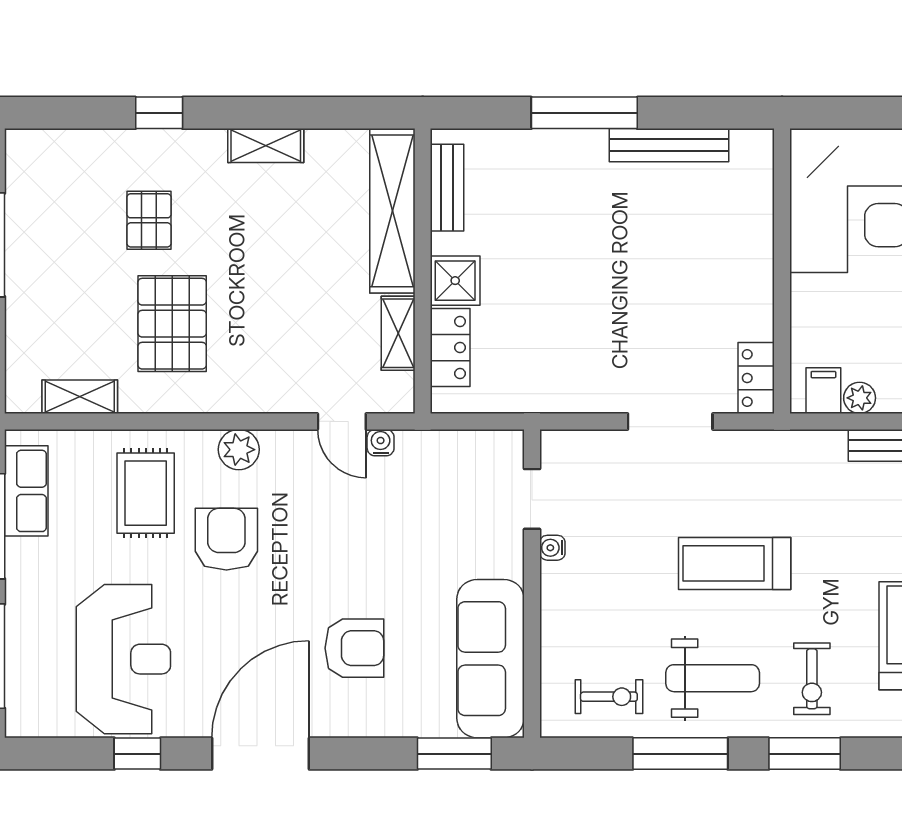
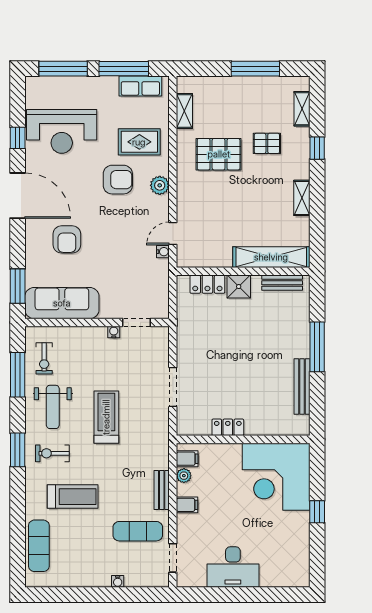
shelving: (398, 333) -> (302, 109), moved, turned 90
locker: (756, 378) -> (228, 427), moved
window: (680, 754) -> (18, 375), moved

